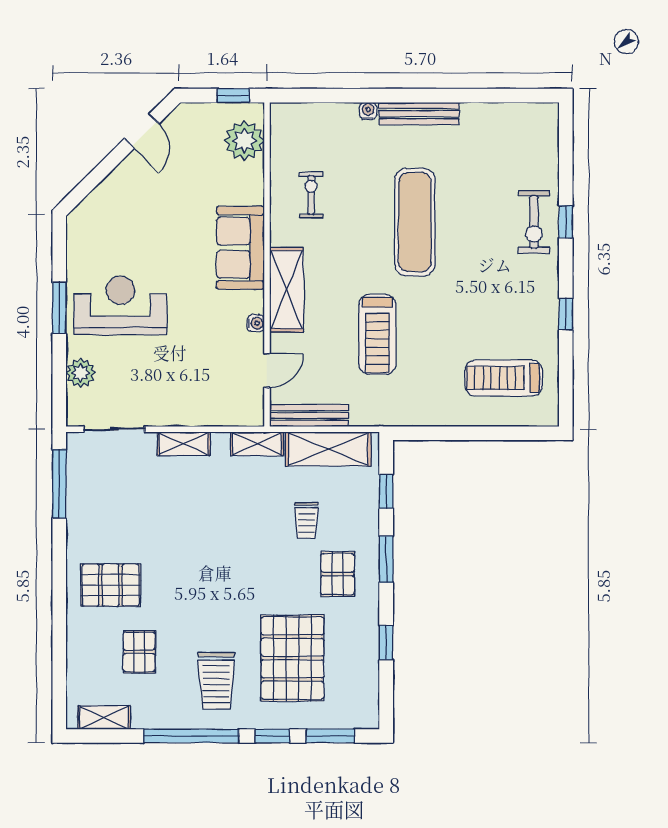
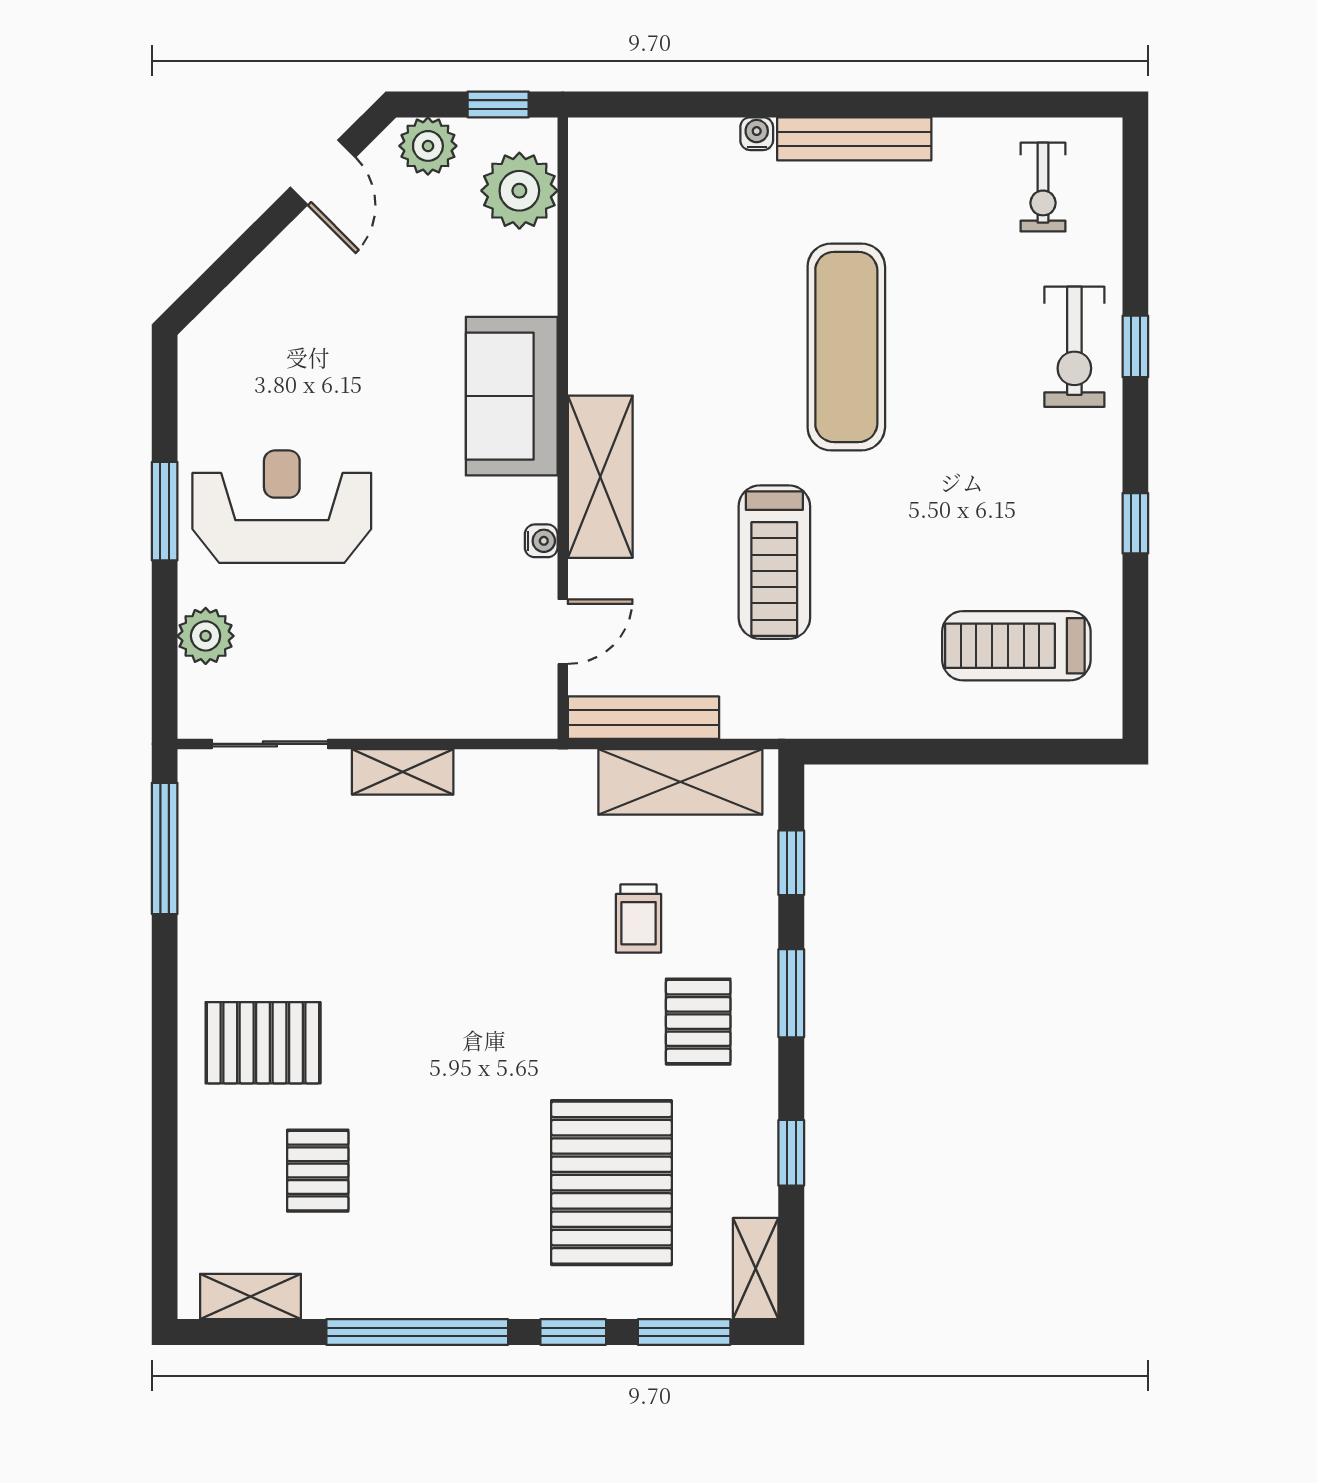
plant: (197, 117) -> (428, 146), added
exercise bike: (311, 195) -> (1043, 187), moved, turned 180
shelving: (257, 444) -> (756, 1269), moved, turned 90
trolley: (216, 681) -> (465, 1226), removed

